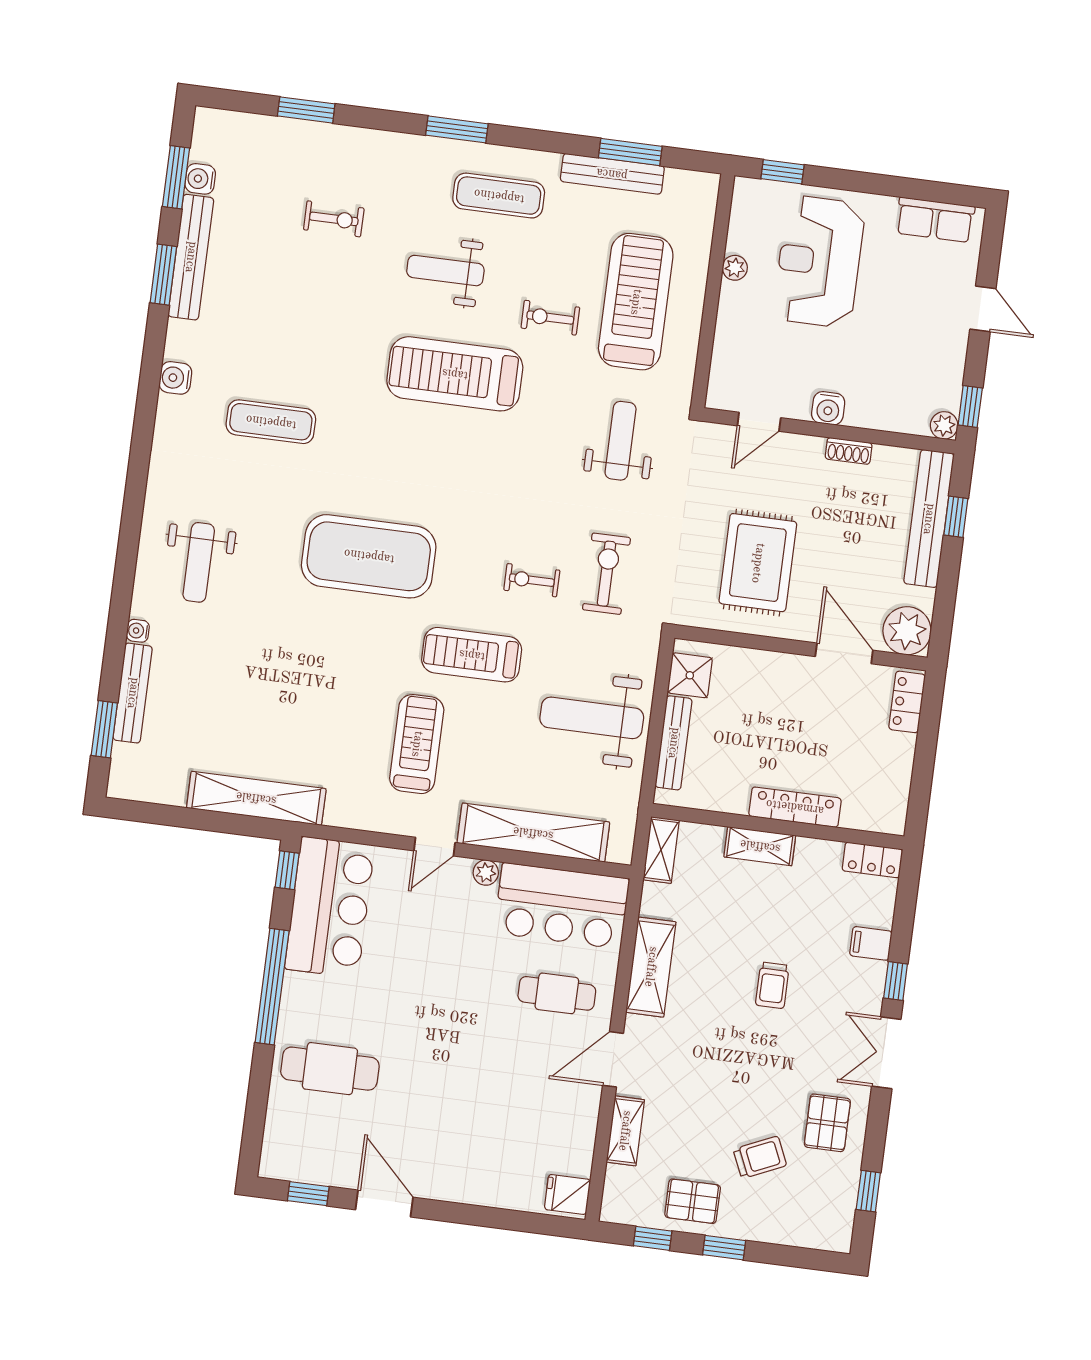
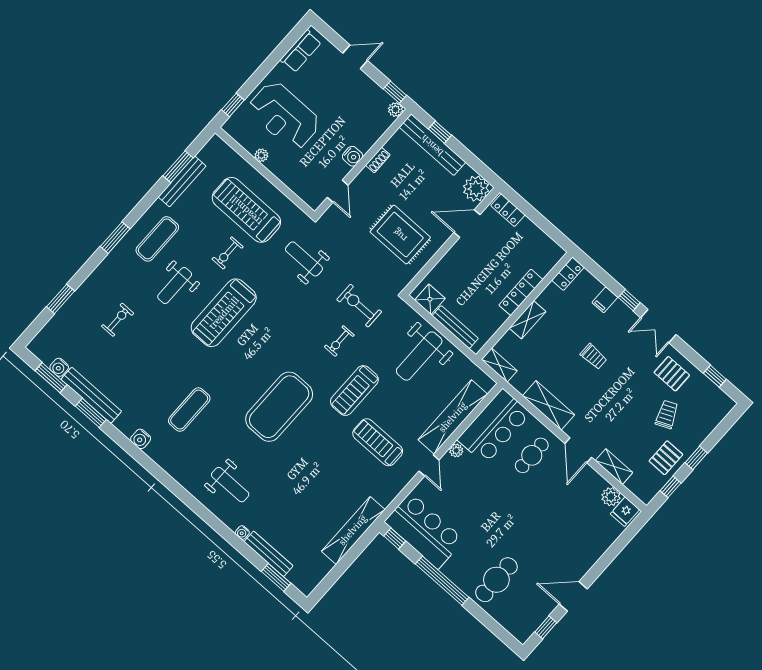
plant: (576, 1157) -> (611, 497), added

